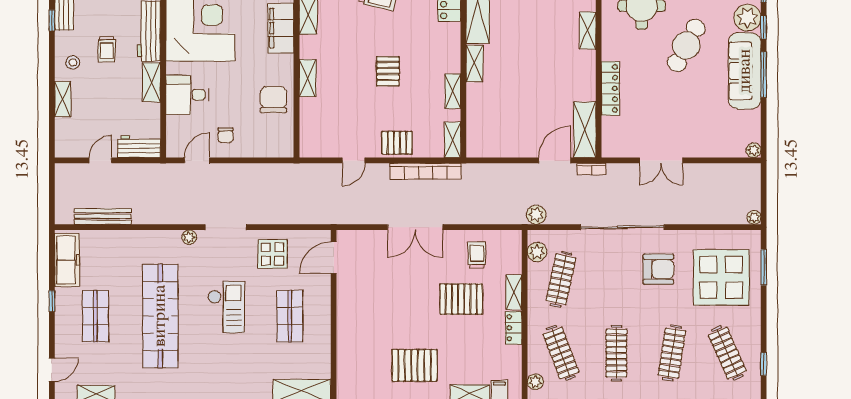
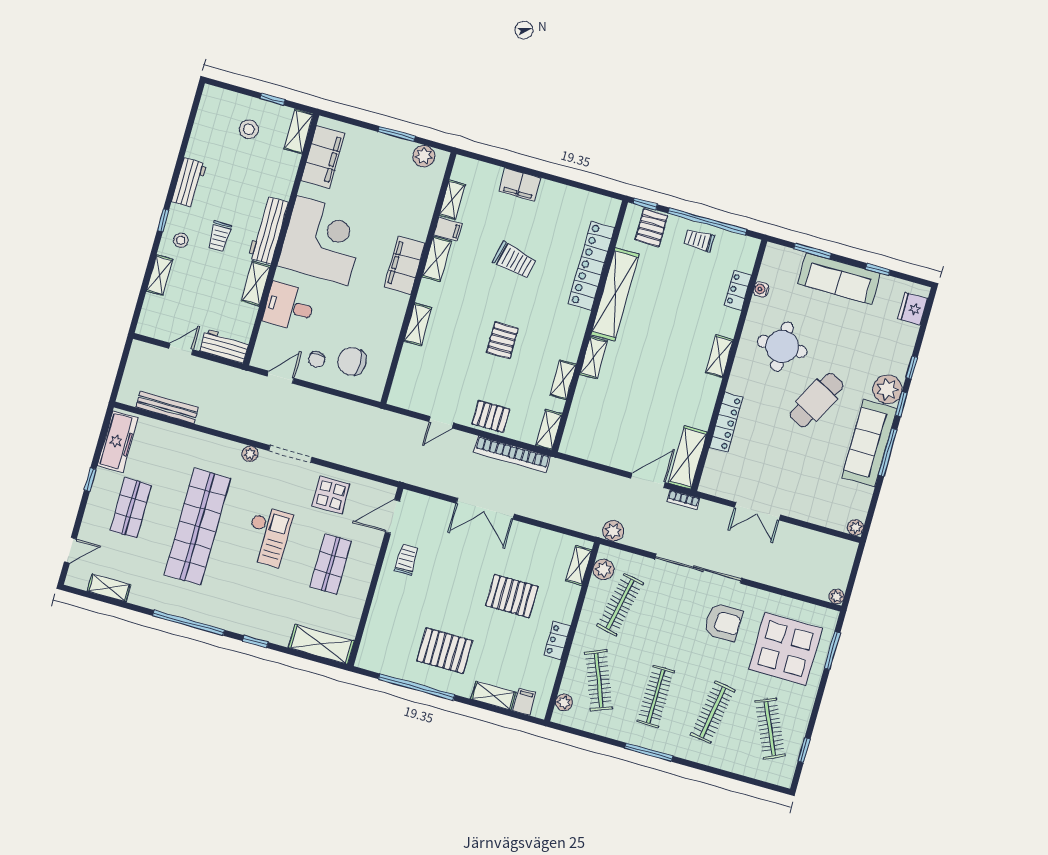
window: (52, 20) -> (163, 220), moved
chair: (273, 100) -> (352, 361), moved, turned -90
trolley: (477, 255) -> (406, 560), moved
shelving: (514, 292) -> (579, 565), moved

